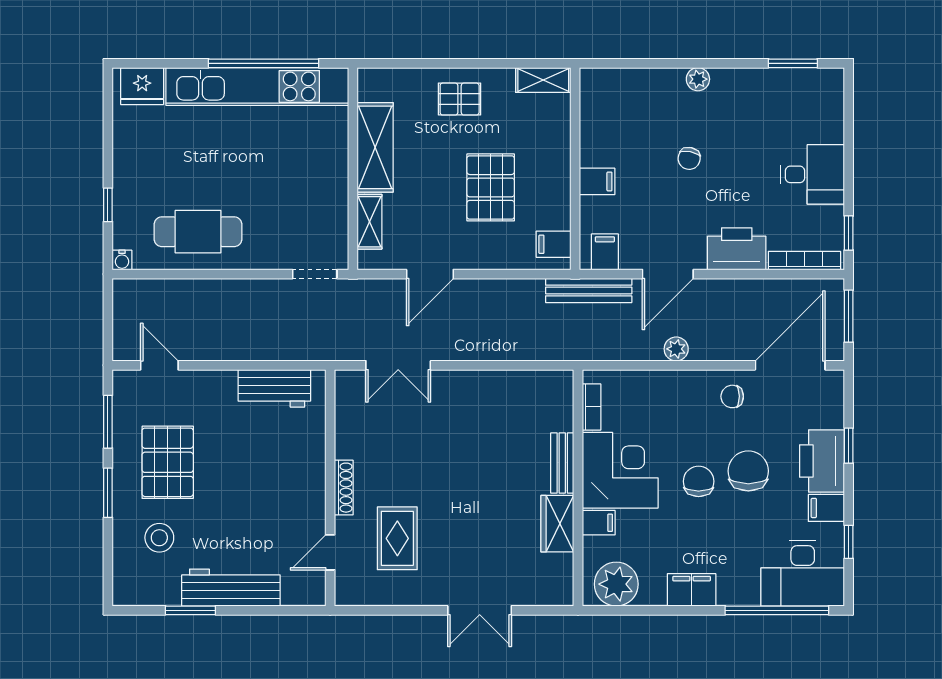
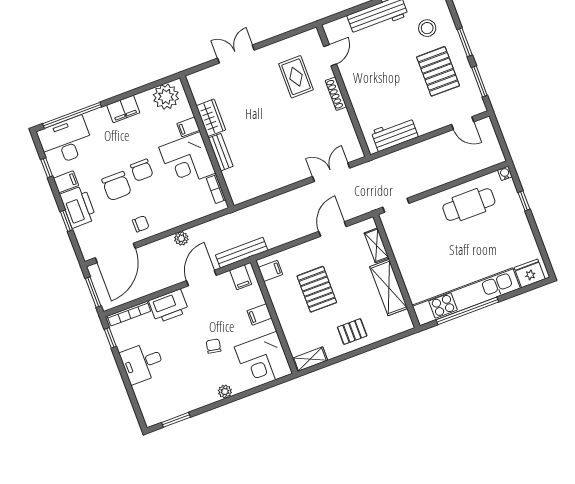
corner desk: (618, 106) -> (263, 360), added

